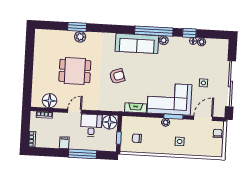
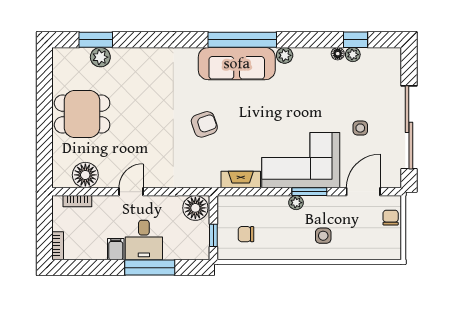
window: (77, 27) -> (96, 40), moved
window: (154, 31) -> (242, 40), moved
window: (189, 33) -> (356, 40), moved
plant: (80, 37) -> (100, 57), moved
dining table: (75, 71) -> (82, 114), moved
desk: (91, 125) -> (144, 240), moved, turned 180

